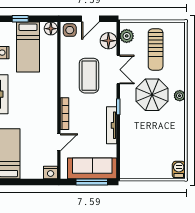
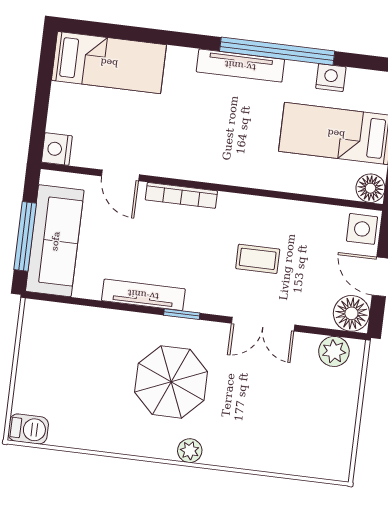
floor lamp: (108, 41) -> (351, 313), moved
sun lounger: (156, 49) -> (297, 411), removed
coffee table: (89, 76) -> (258, 259), width x0.54, depth x0.58
parasol: (152, 95) -> (171, 382), moved

